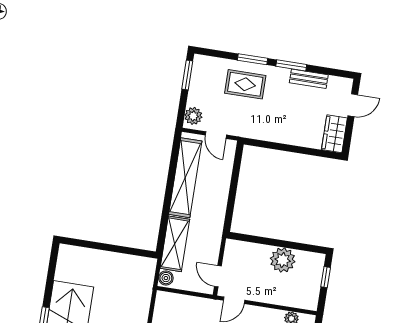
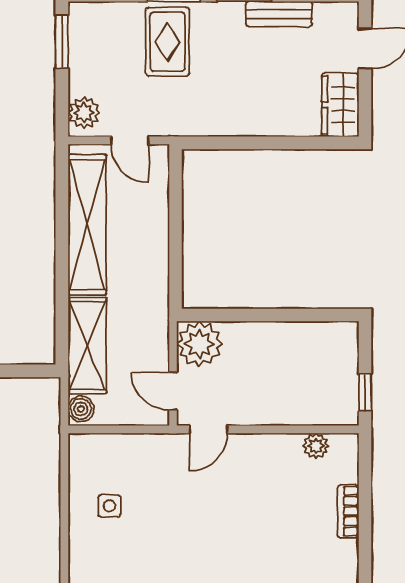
rug: (245, 84) -> (167, 42), turned 90
plant: (283, 260) -> (199, 344), moved
window: (326, 277) -> (365, 393), moved

